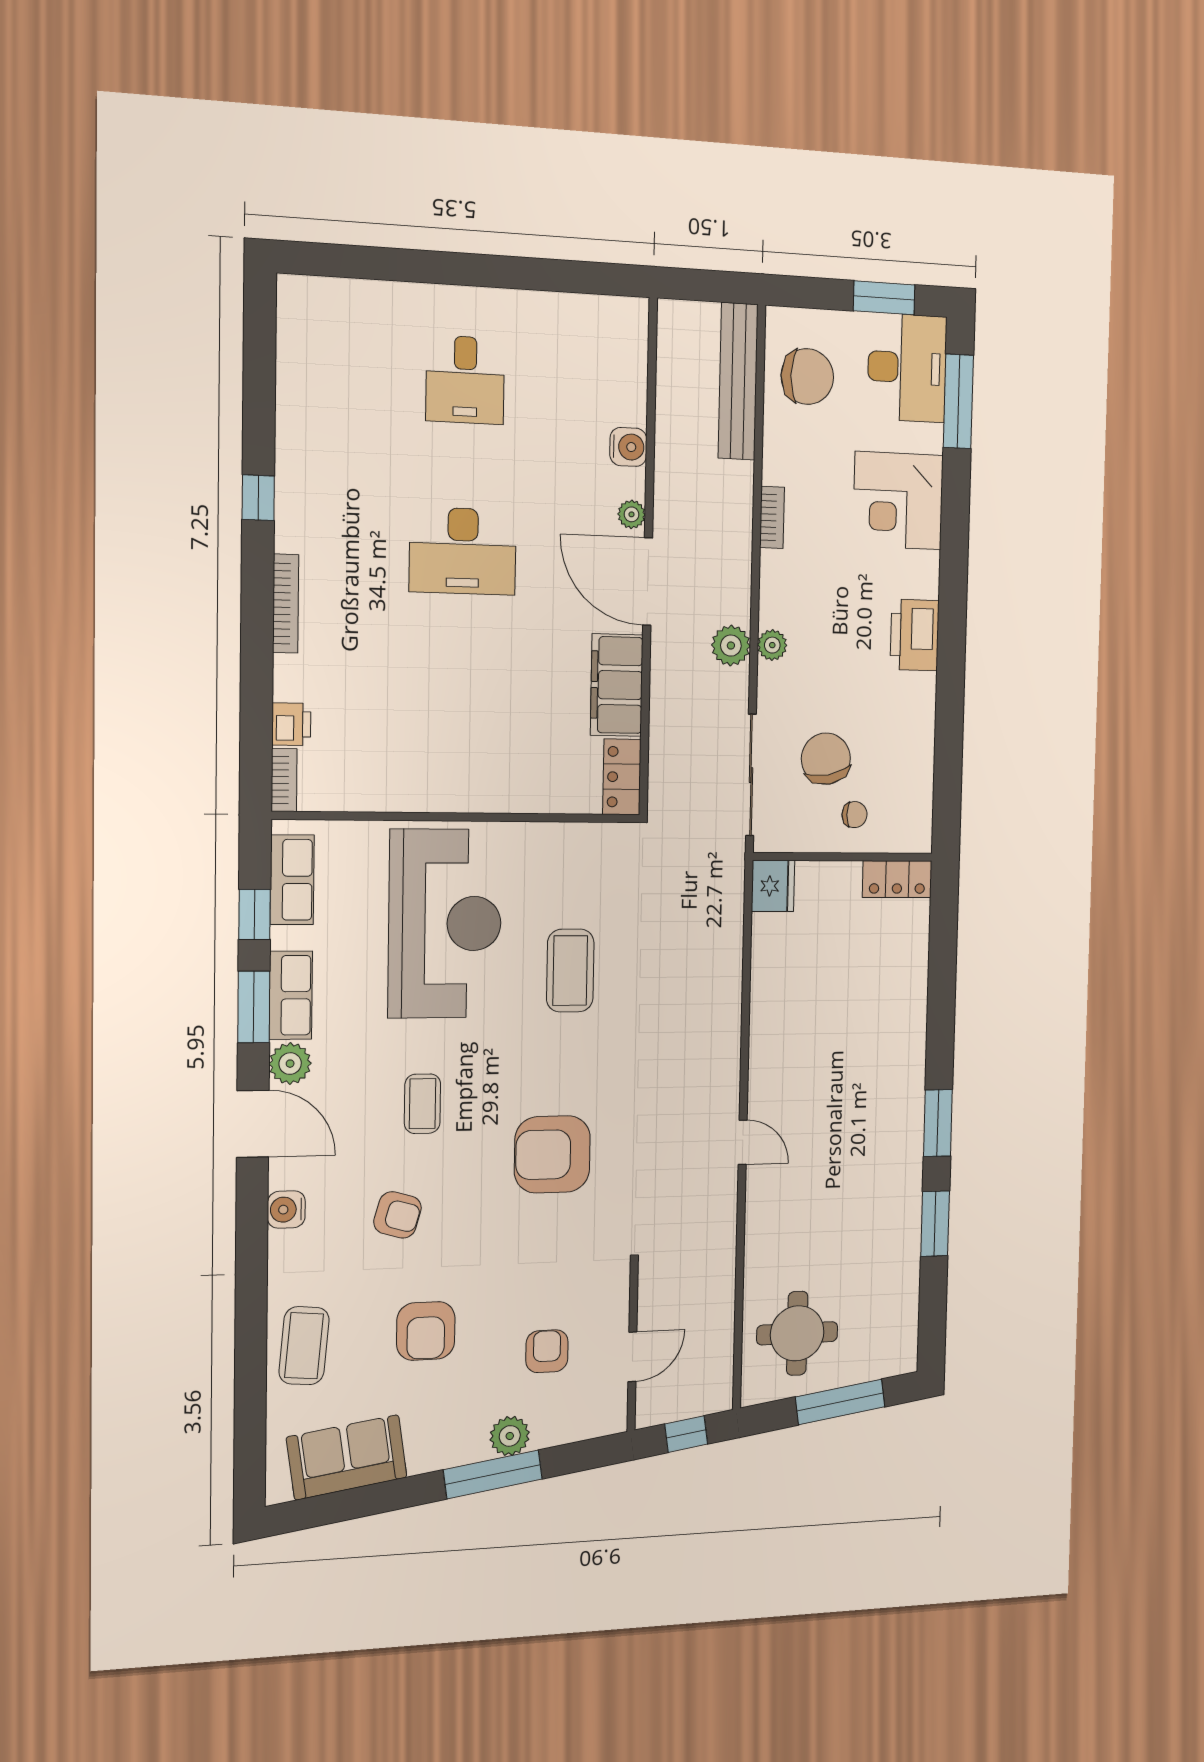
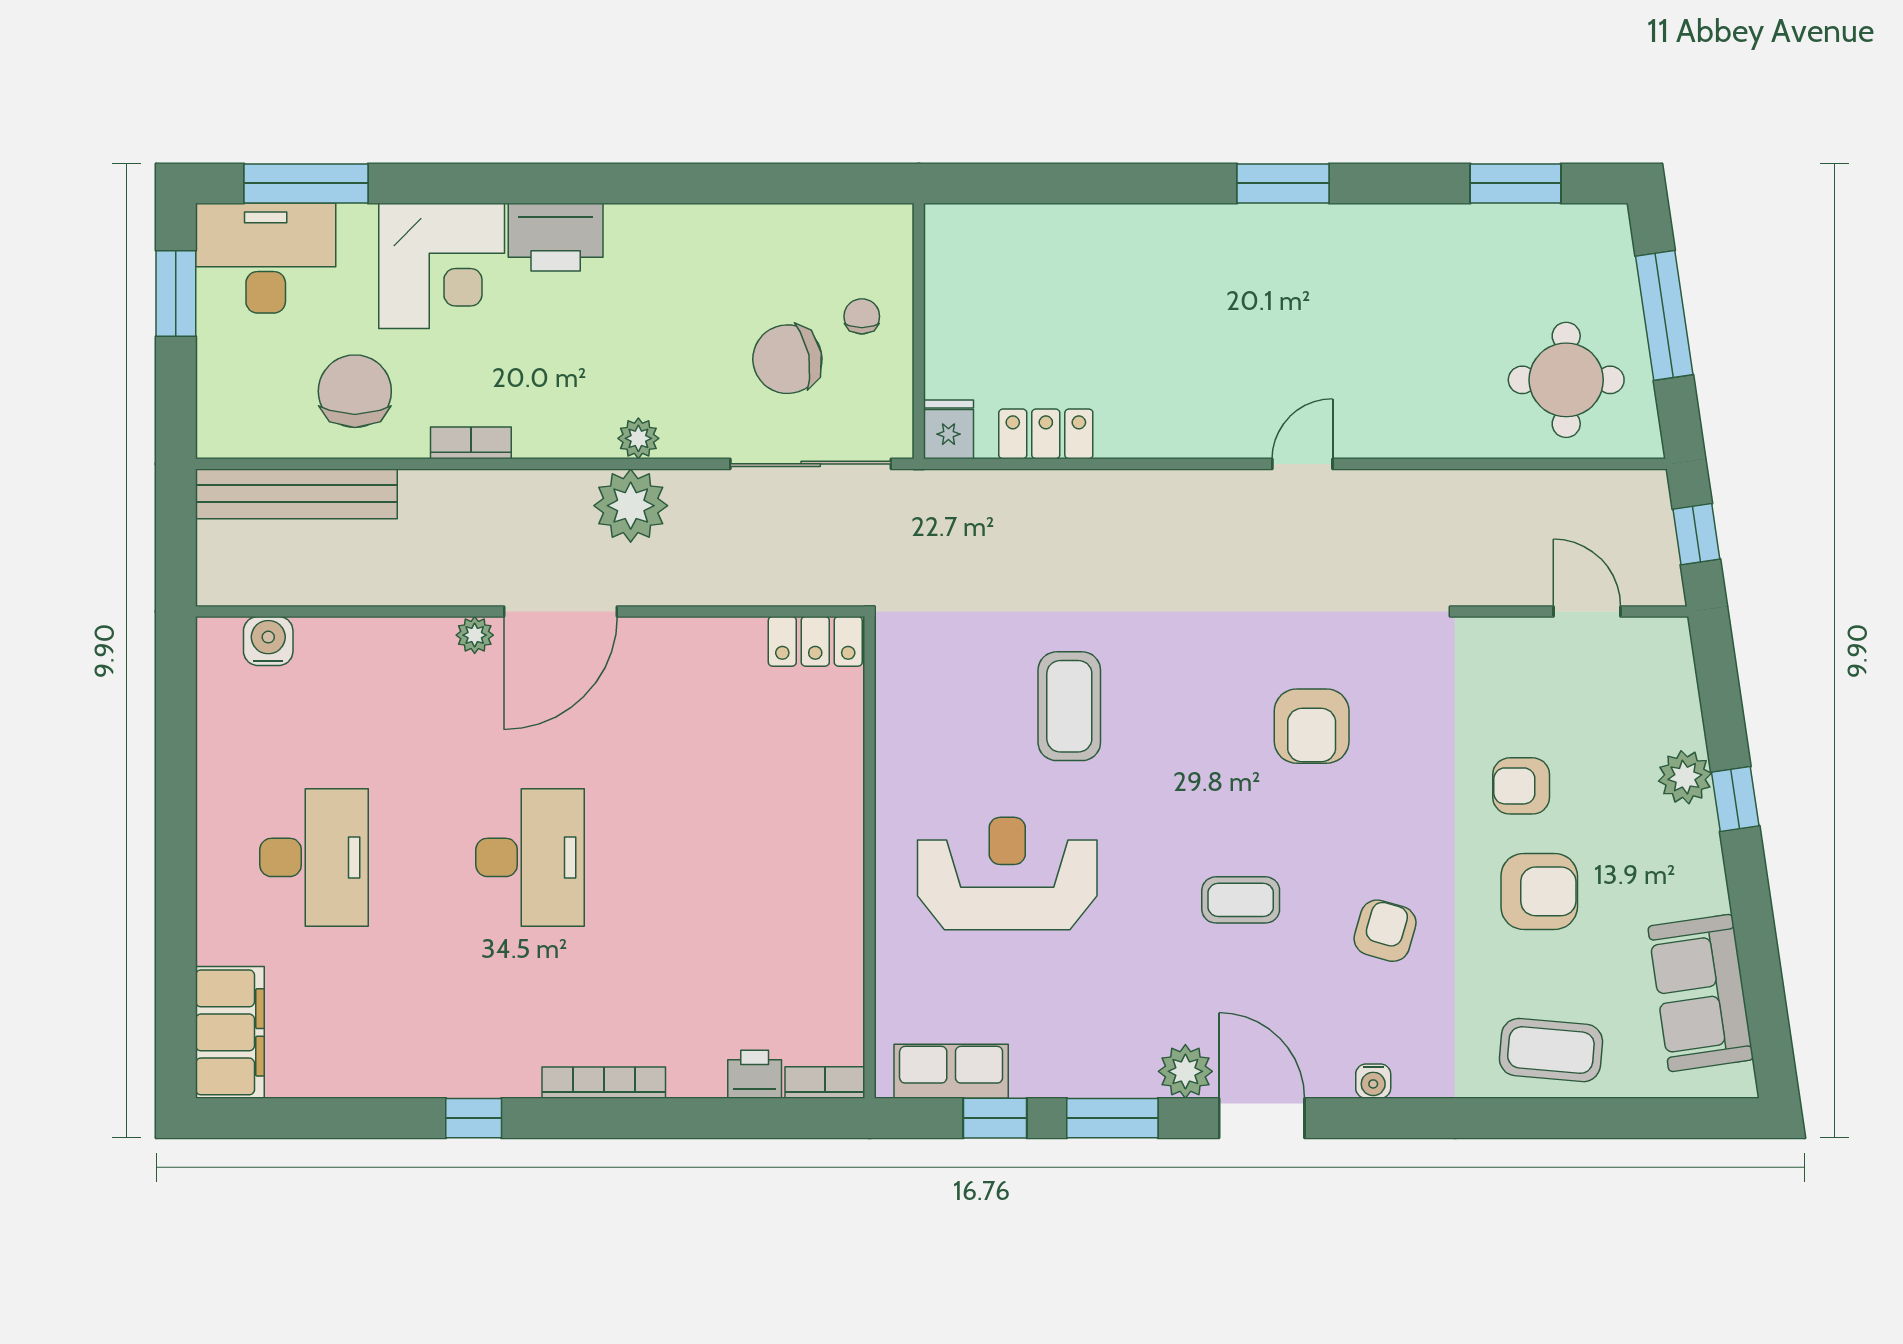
chair: (807, 376) -> (355, 391), moved
desk: (465, 380) -> (314, 857), width x1.37
water cooler: (628, 447) -> (268, 641), moved
printer: (915, 635) -> (556, 237), moved
plant: (731, 646) -> (631, 506), width x1.36, depth x1.36
filing cabinet: (617, 685) -> (230, 1032), moved, turned -90
locker: (897, 879) -> (1046, 434), moved, turned -90
fridge: (773, 886) -> (948, 429), width x0.72
reception desk: (445, 924) -> (1007, 874), width x0.74, depth x0.77
coffee table: (570, 971) -> (1069, 706), turned 90
row of seats: (291, 995) -> (1098, 1072), removed
door: (253, 1124) -> (1262, 1118), hinge flipped
armchair: (552, 1154) -> (1312, 726), width x0.73, depth x0.73
water cooler: (286, 1210) -> (1373, 1081), width x0.72, depth x0.72
window: (935, 1224) -> (1515, 183), moved
armchair: (547, 1351) -> (1521, 786), moved
window: (493, 1474) -> (1735, 799), width x0.46

